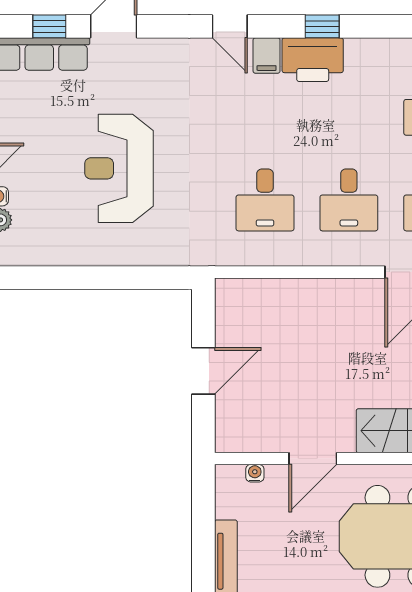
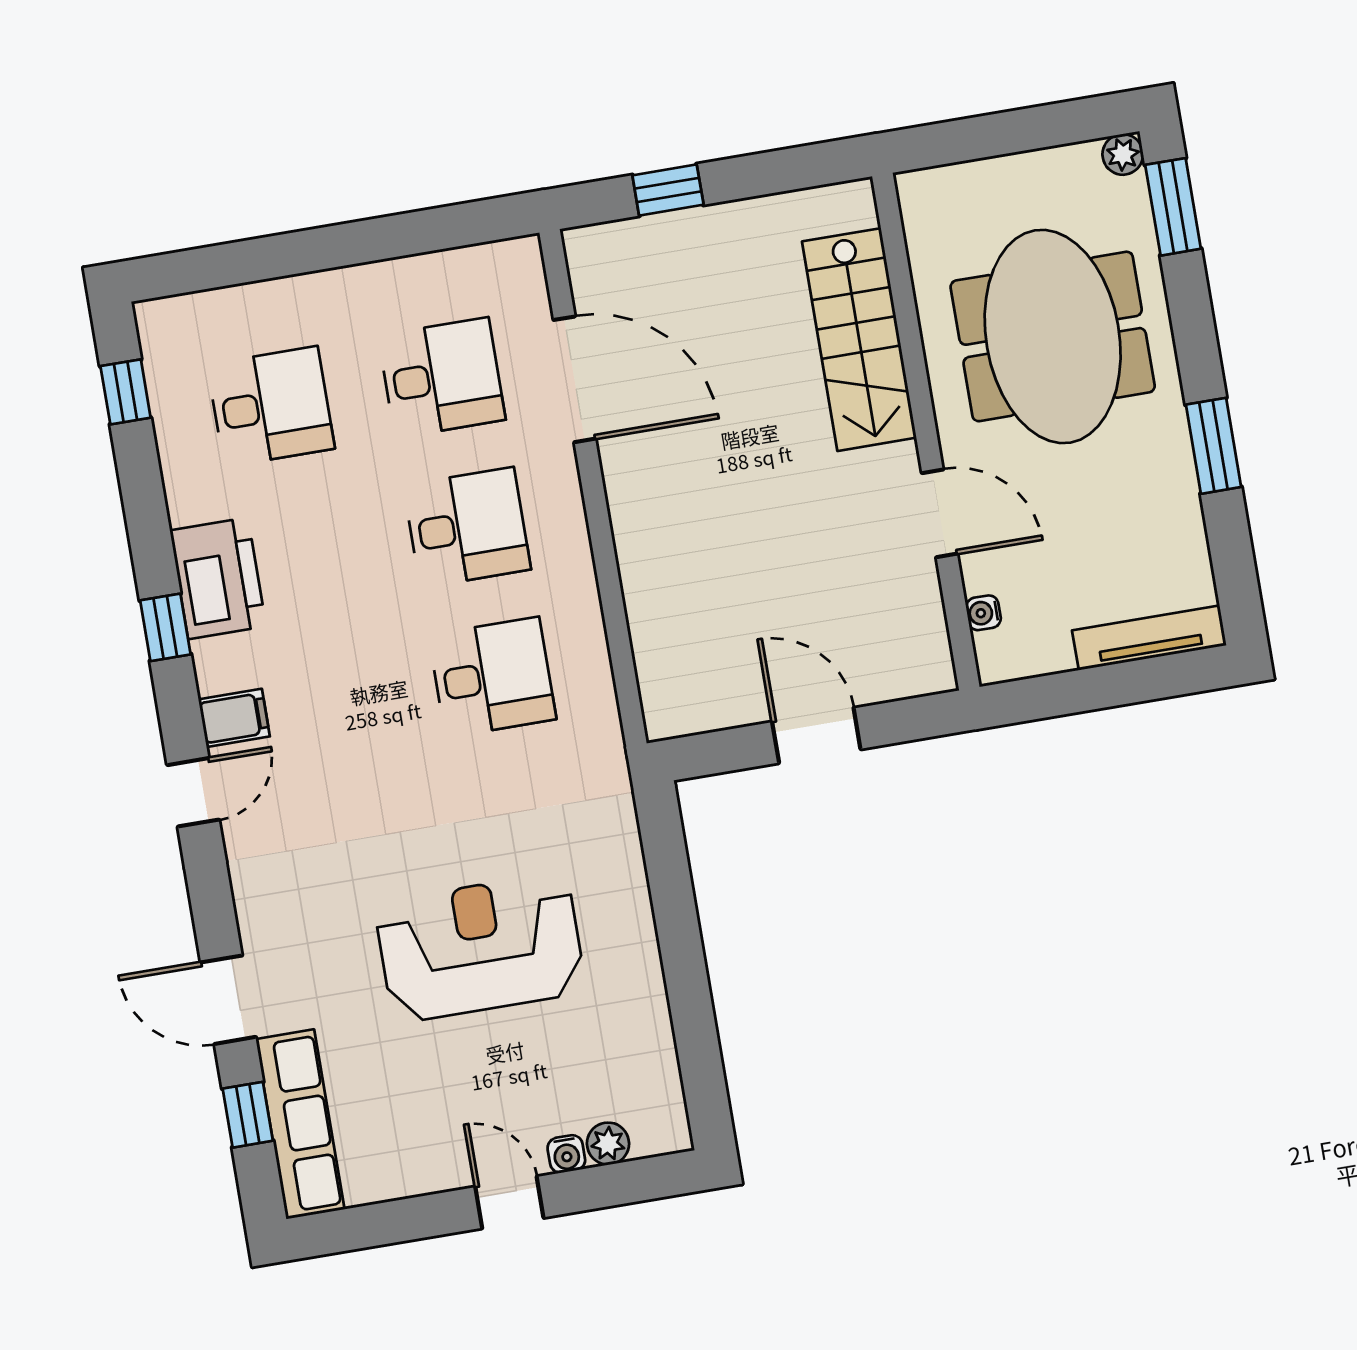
printer: (313, 60) -> (218, 578), moved
reception desk: (119, 168) -> (480, 948), turned 180

